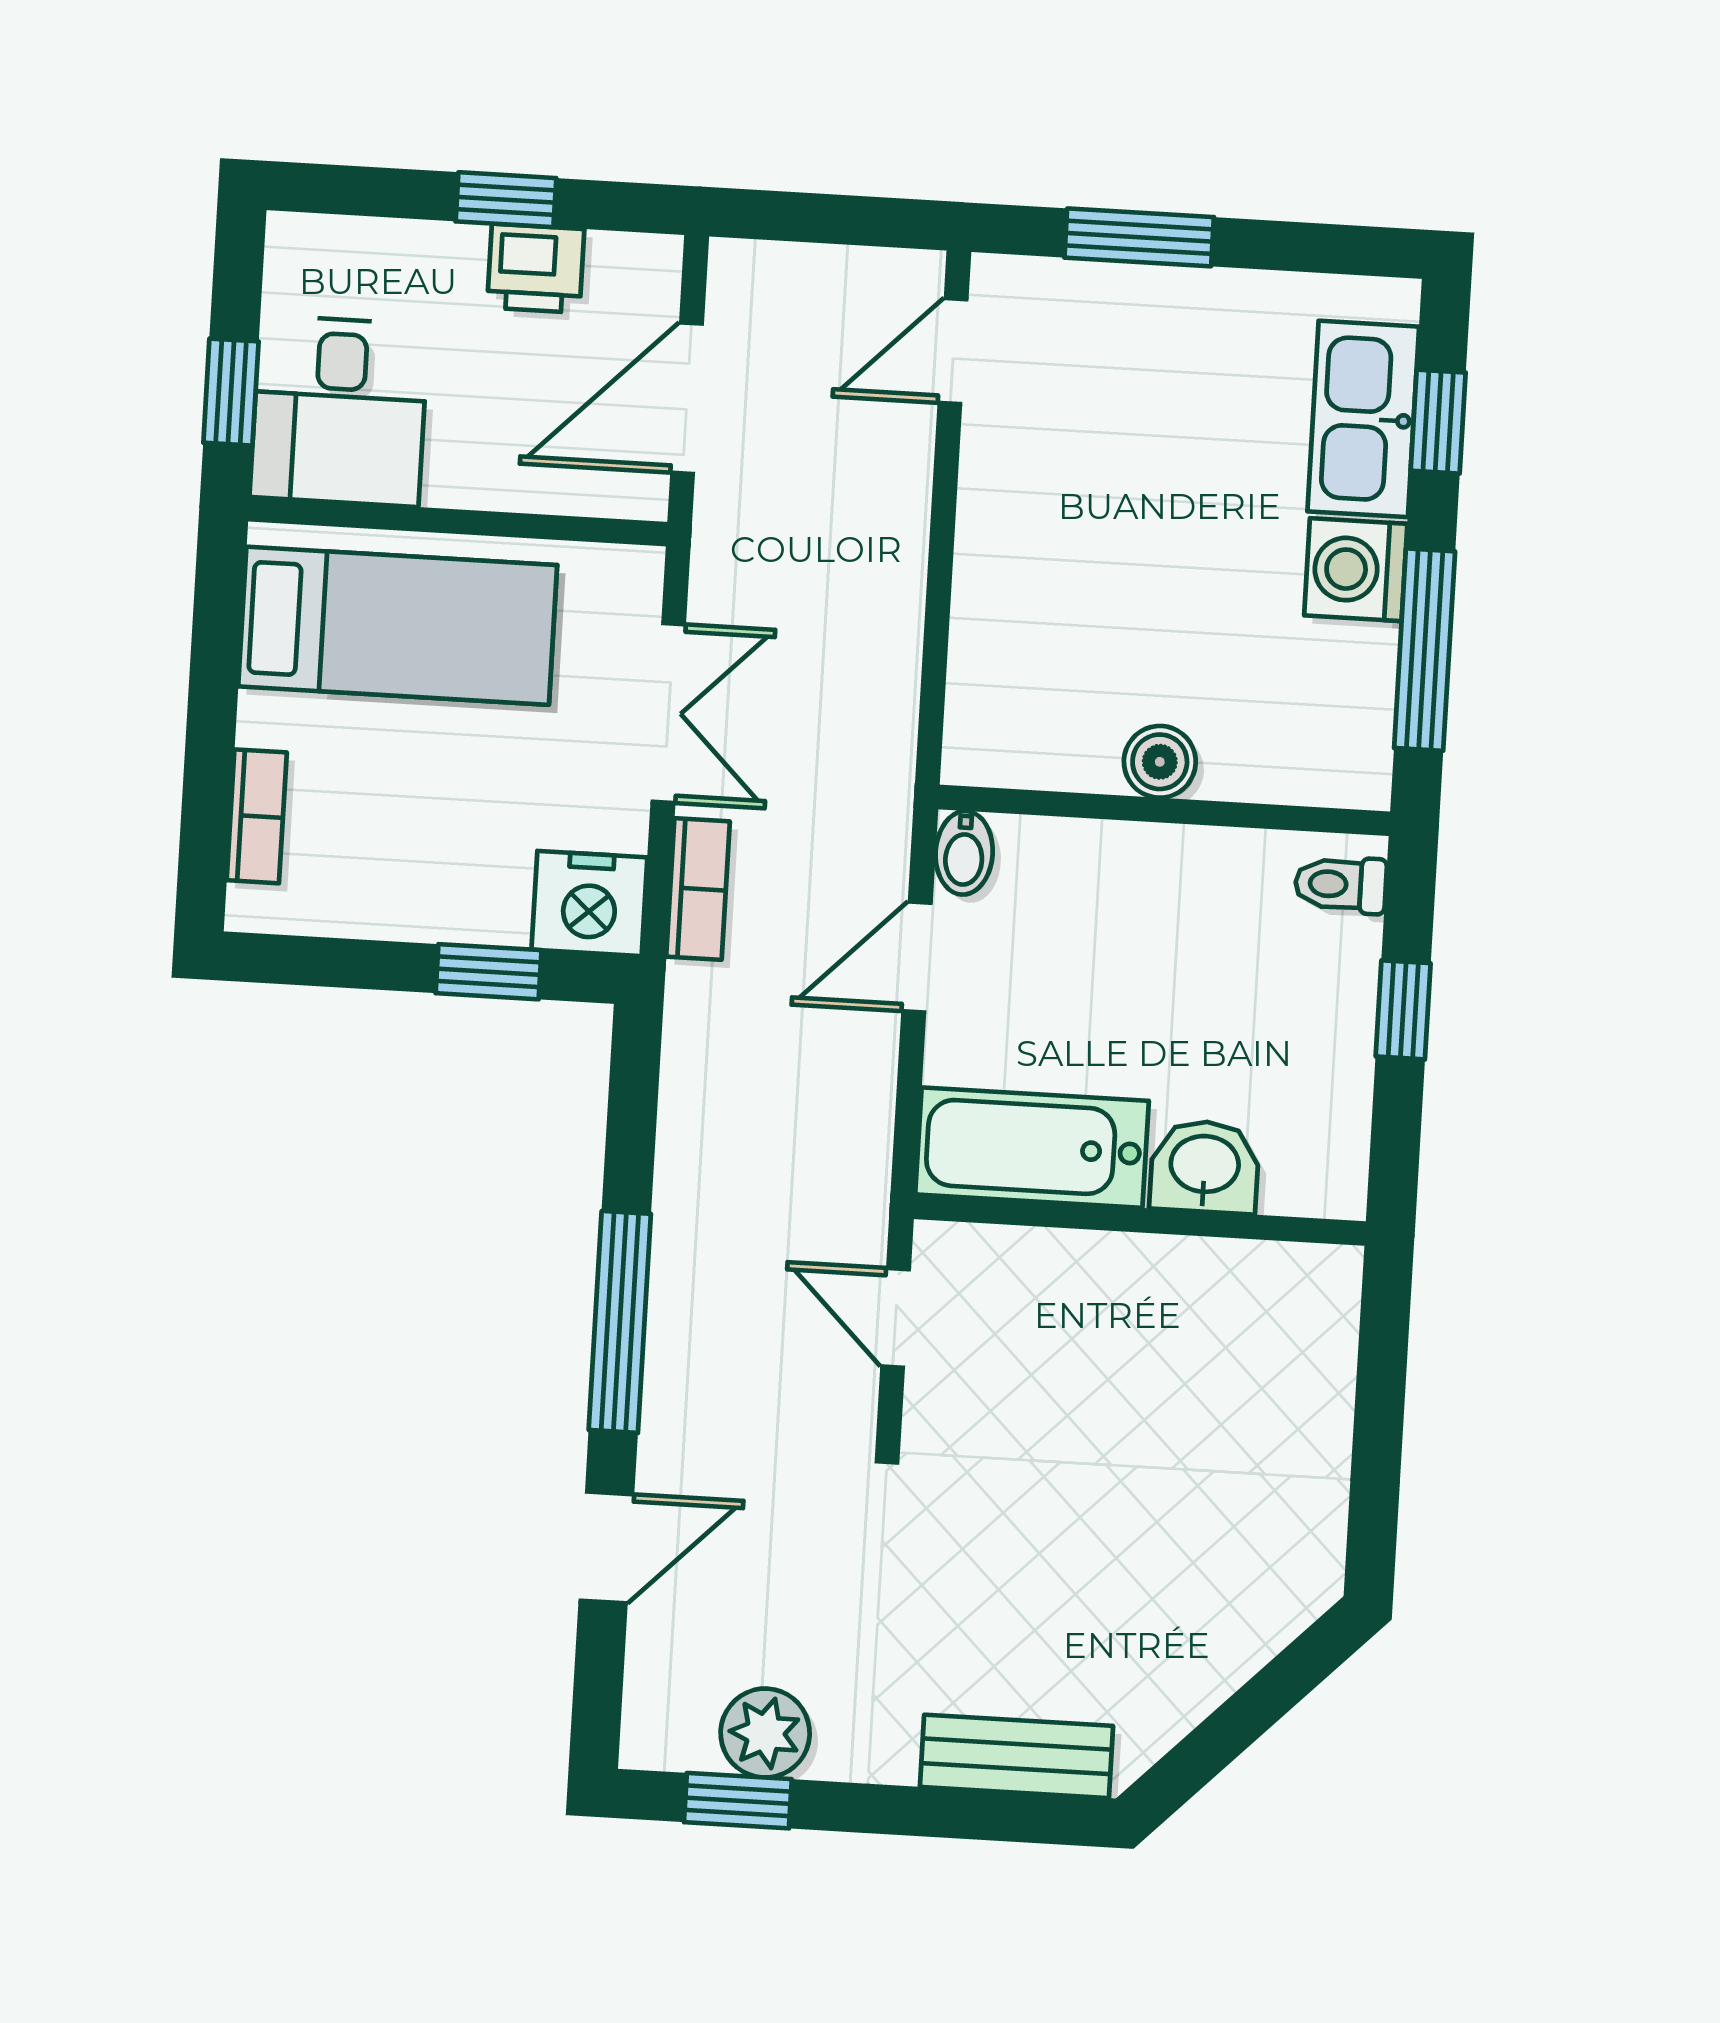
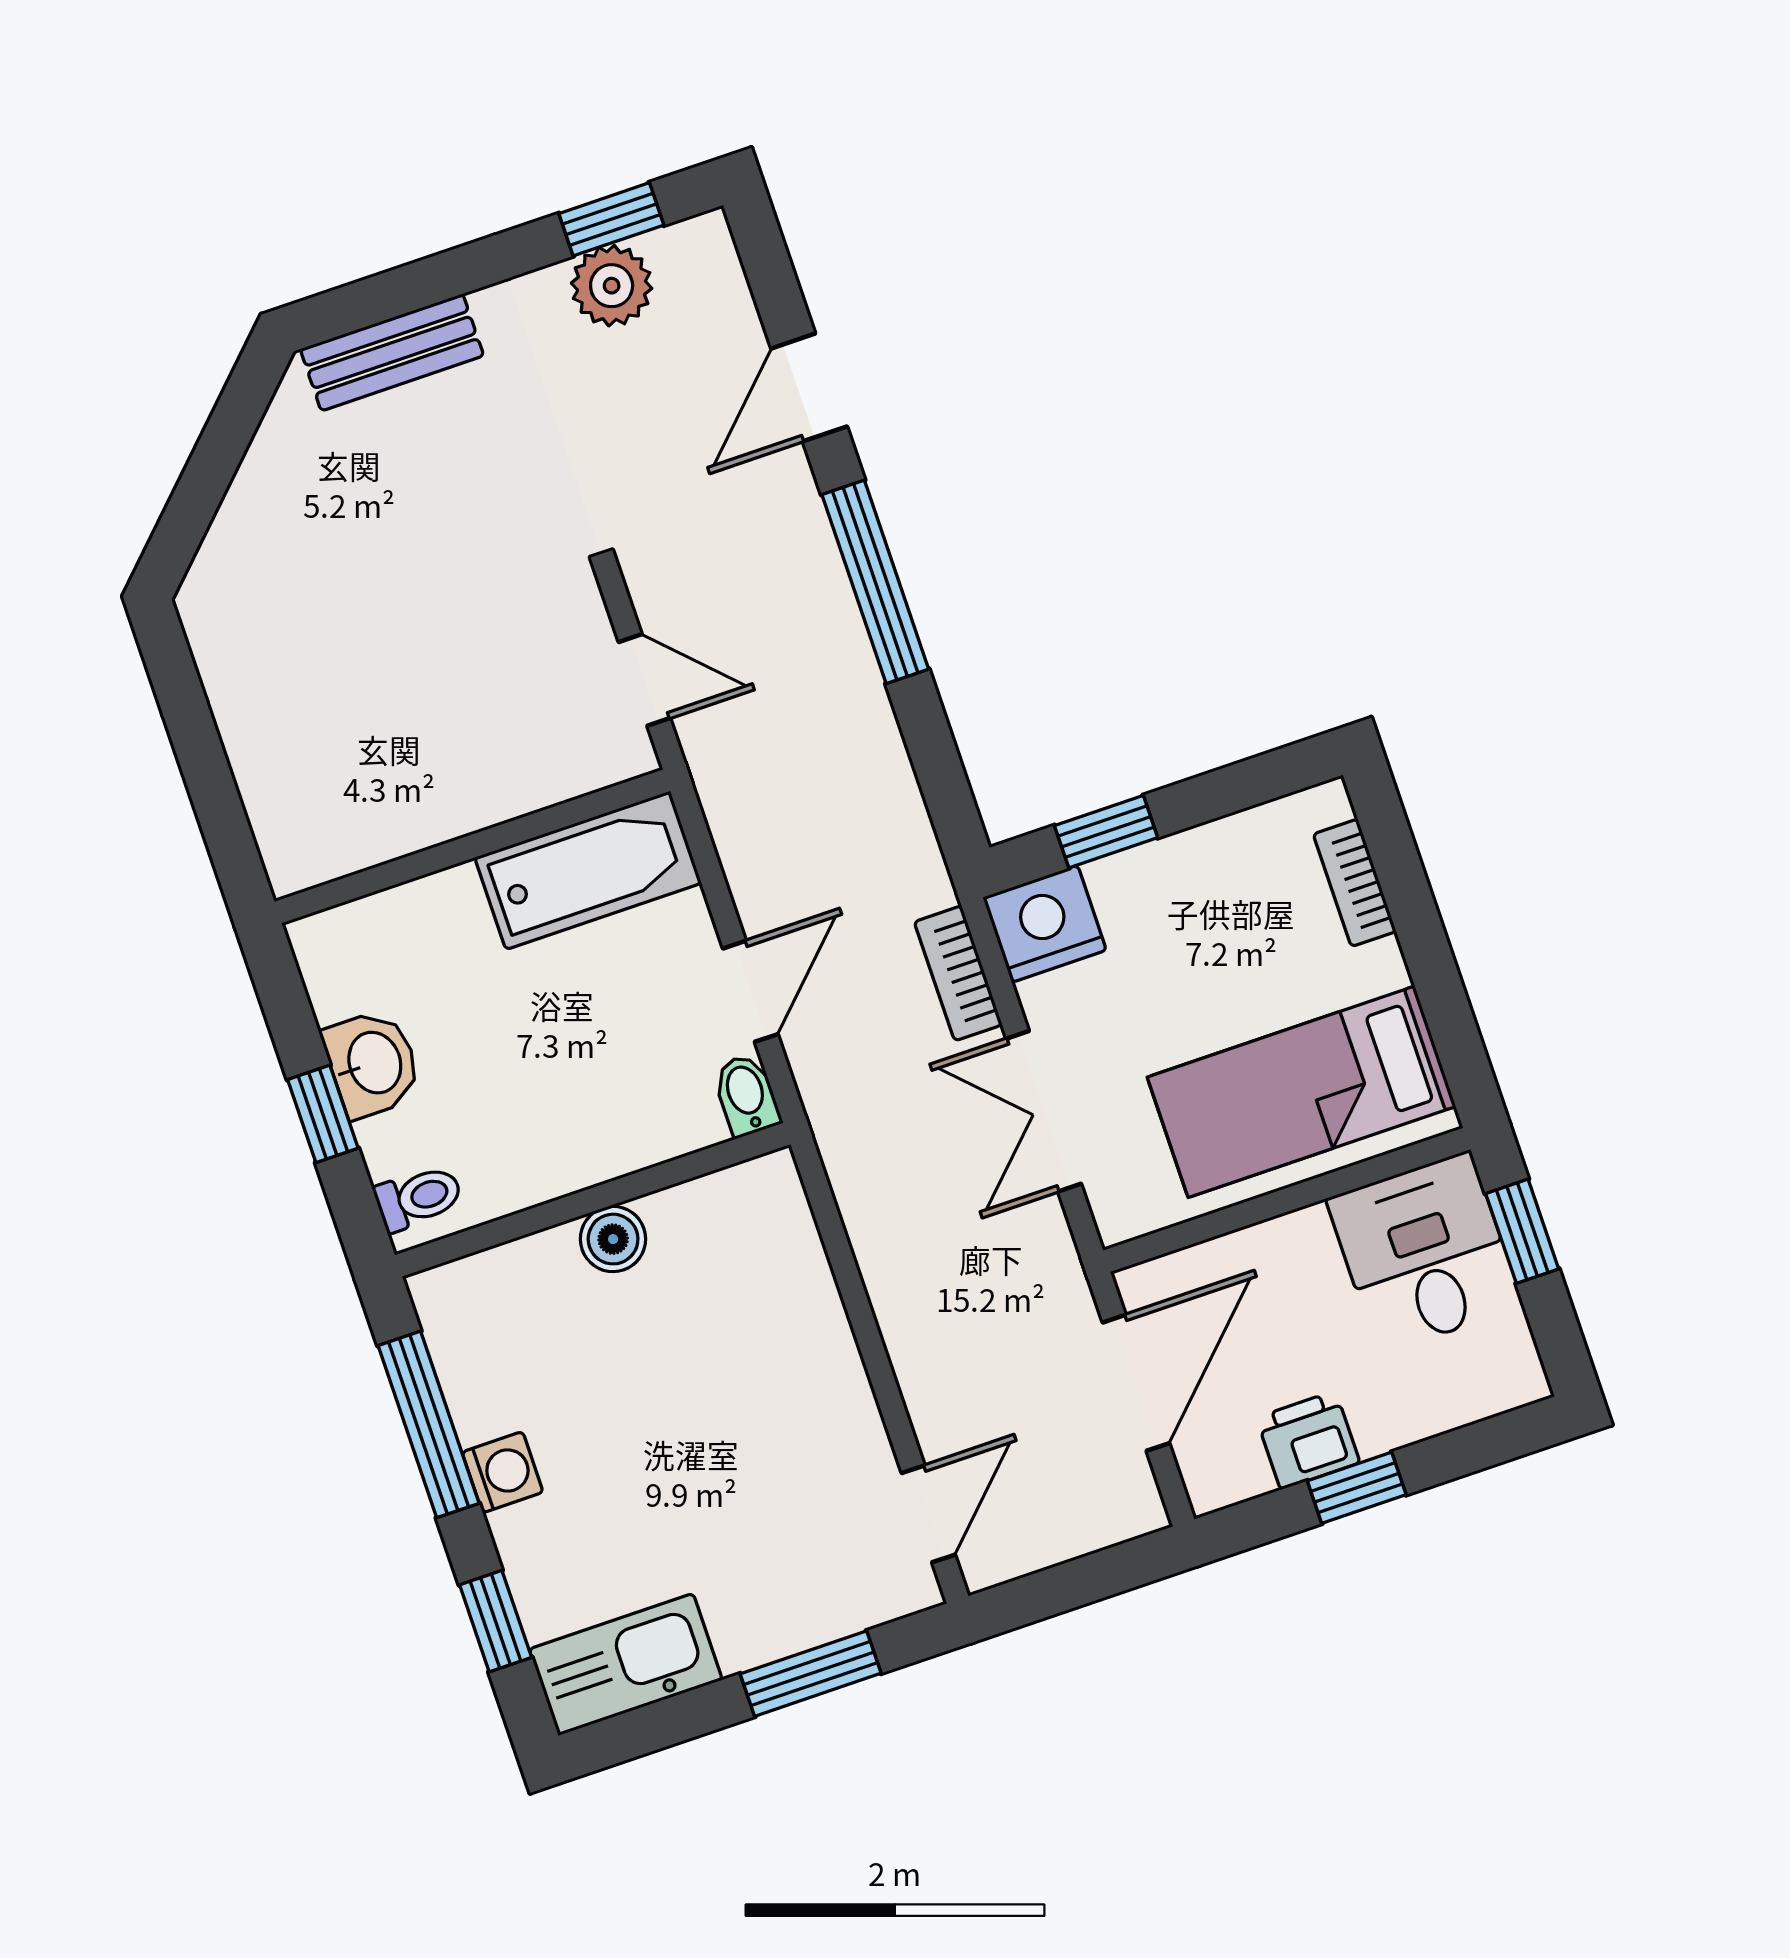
kitchen sink: (1363, 419) -> (626, 1665), moved, turned -90
washing machine: (1356, 570) -> (503, 1472), width x0.73, depth x0.73
washbasin: (1205, 1167) -> (372, 1063), moved, turned -90

